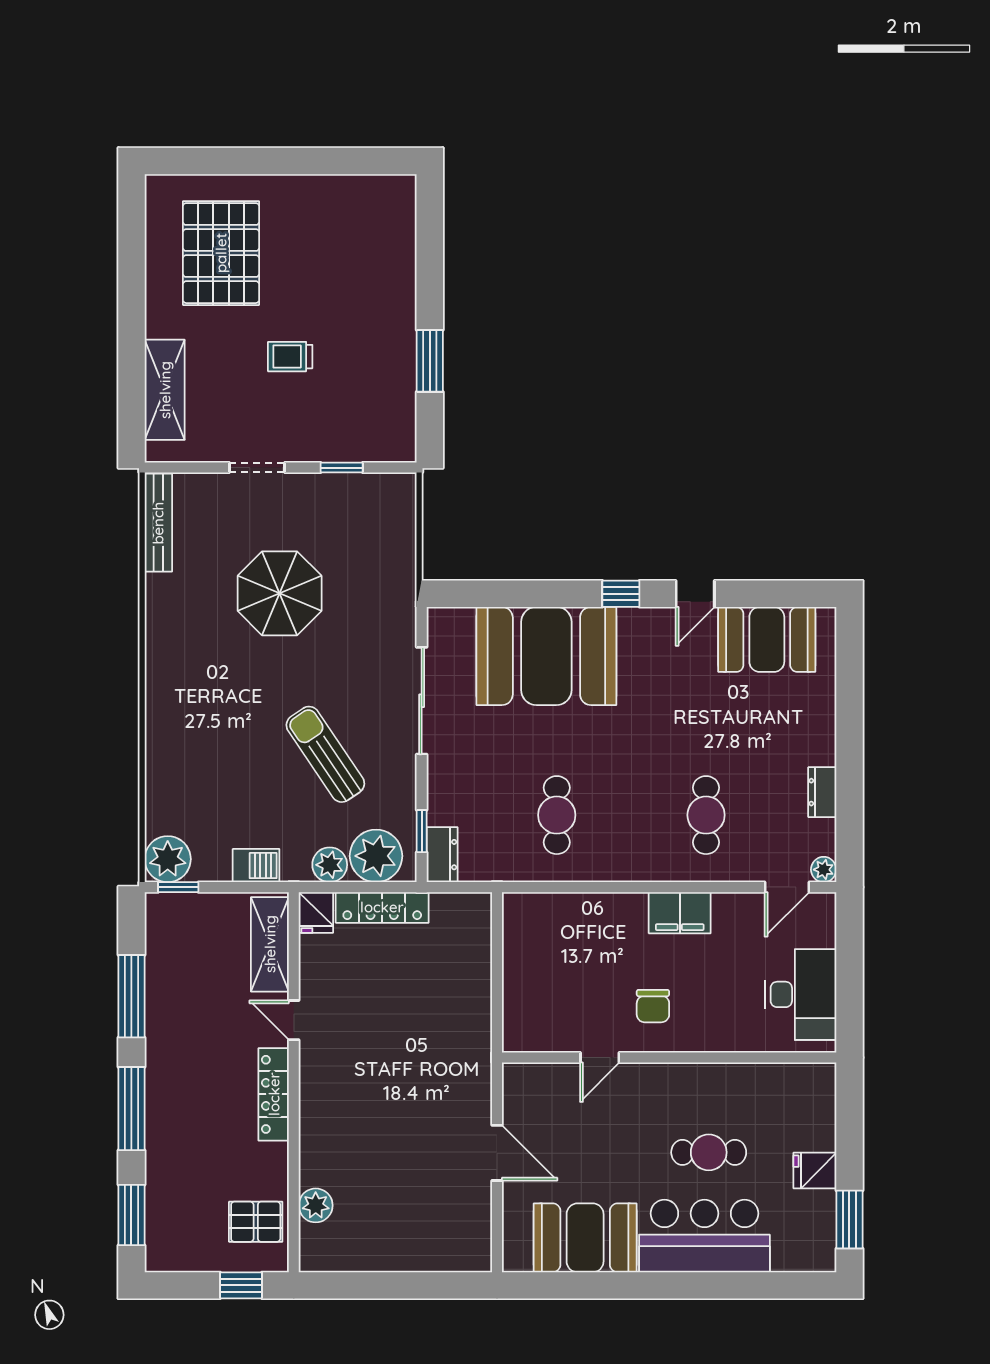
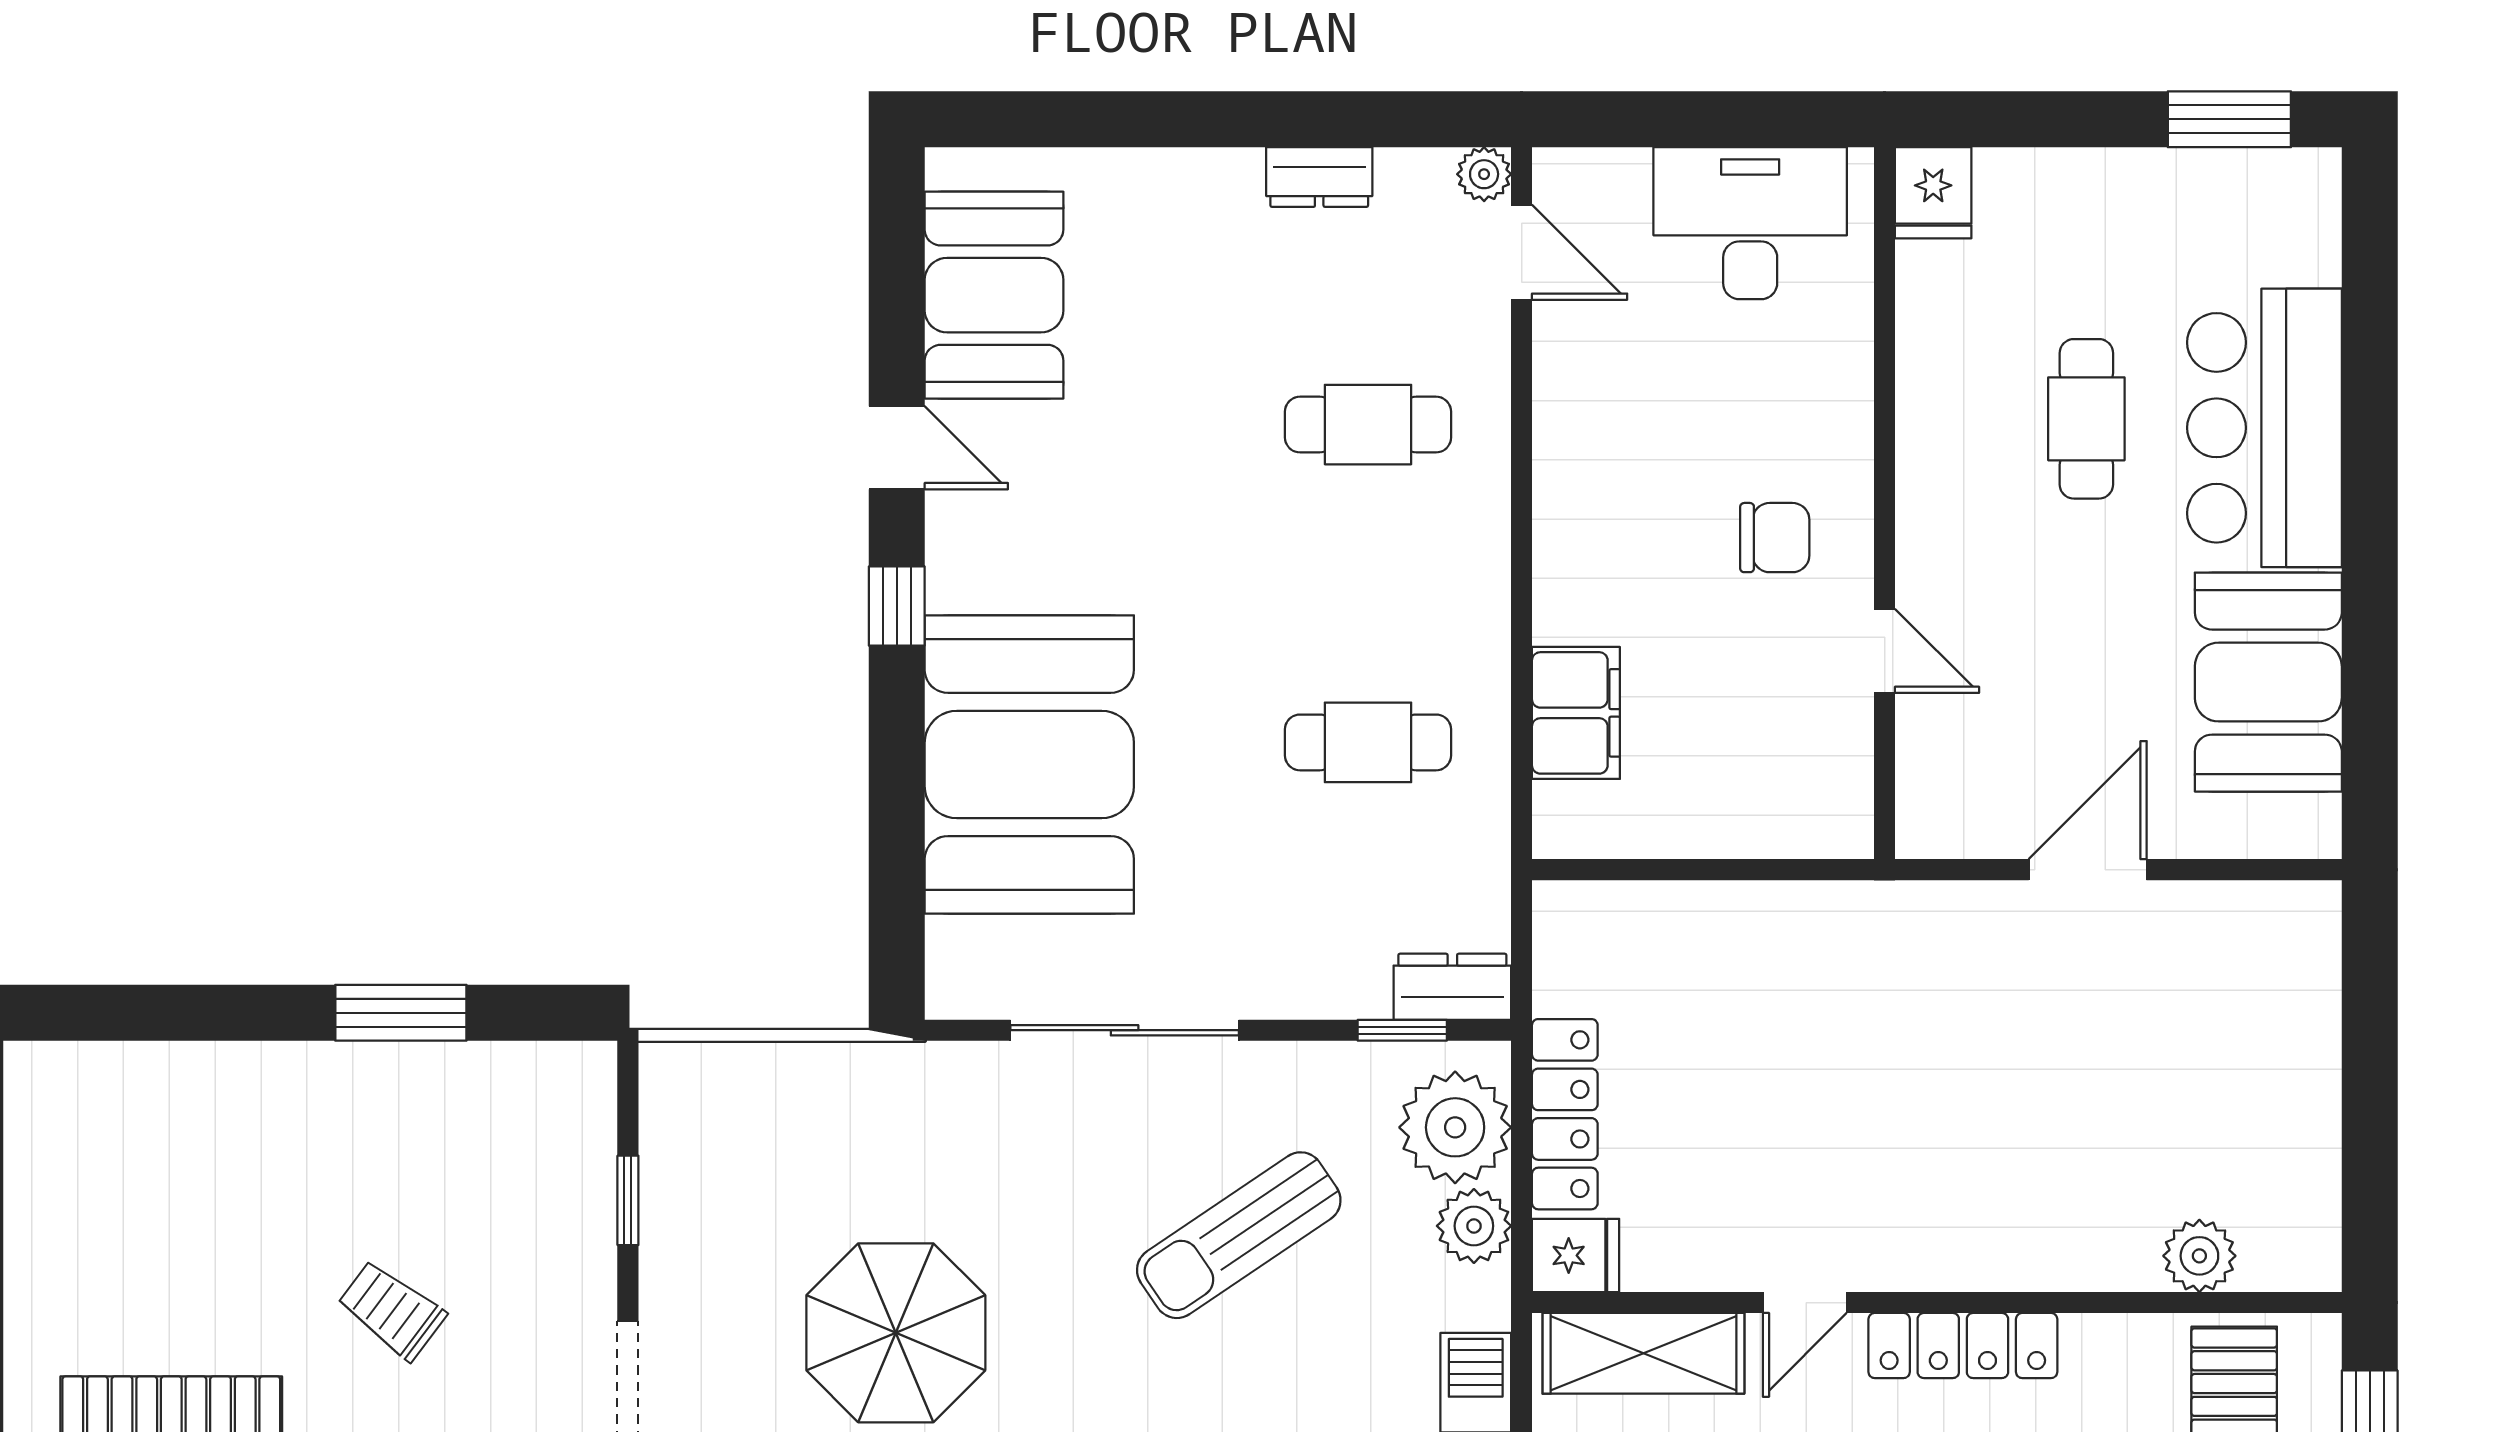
trolley: (290, 357) -> (392, 1310), turned 127
filing cabinet: (680, 913) -> (1576, 713), moved
fridge: (815, 1170) -> (1933, 193), moved

